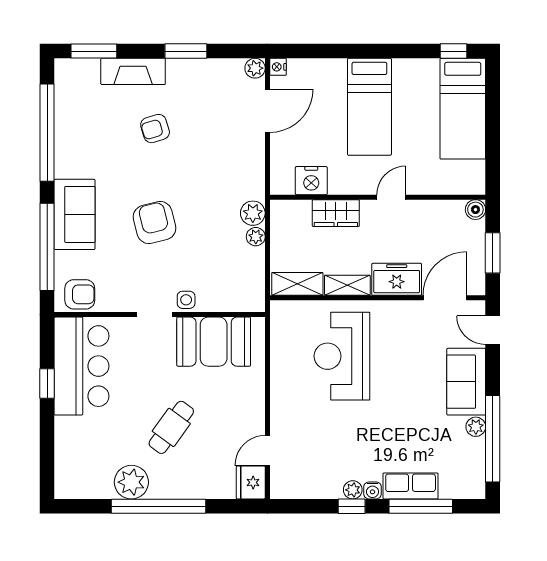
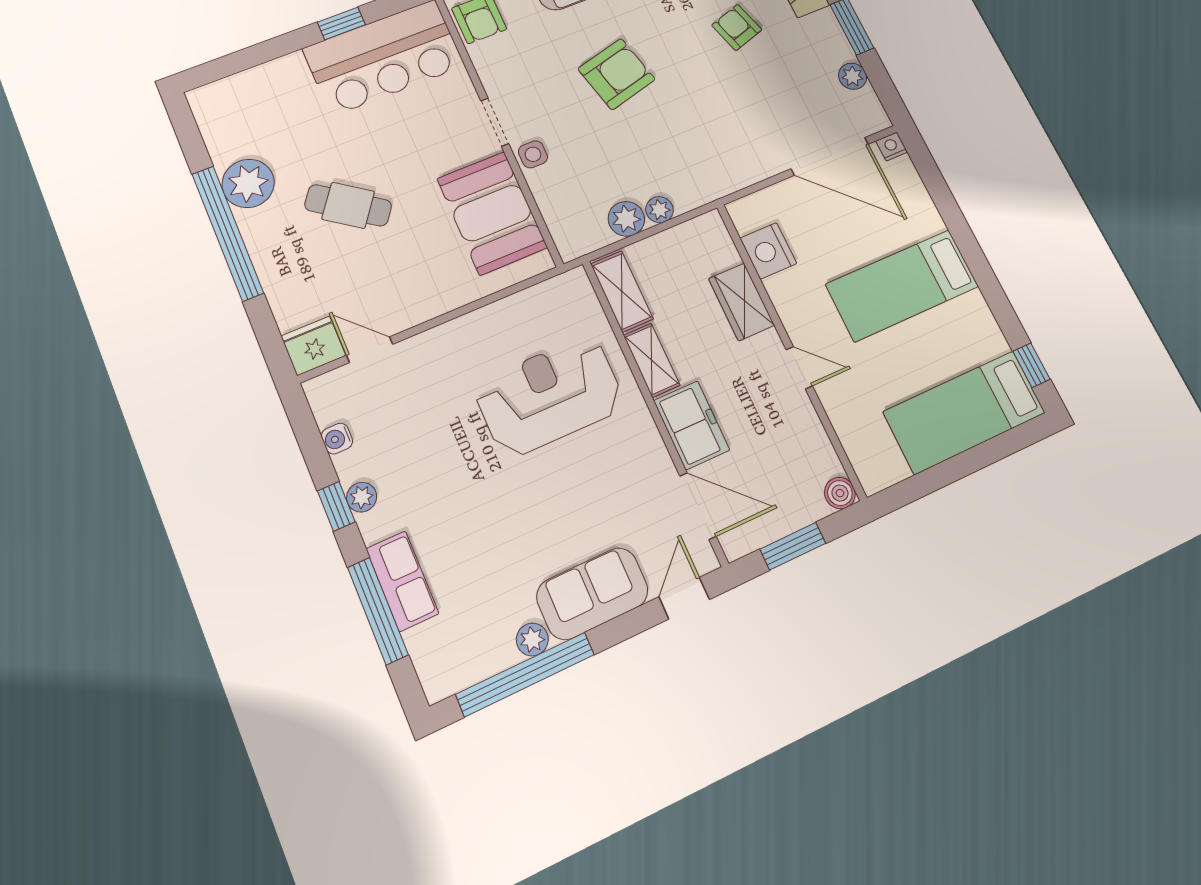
plant: (255, 68) -> (853, 76), moved
door: (267, 111) -> (830, 156), width x1.36
plant: (253, 213) -> (626, 219), moved
water cooler: (373, 490) -> (337, 439), moved

